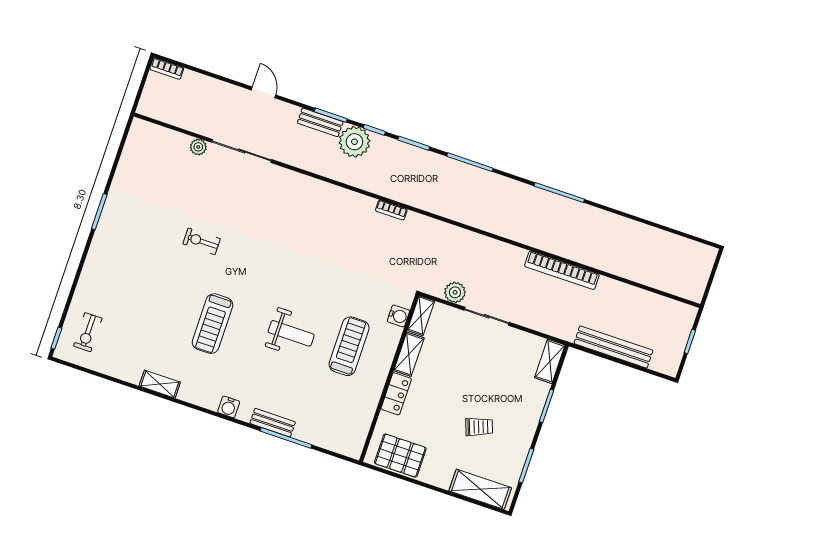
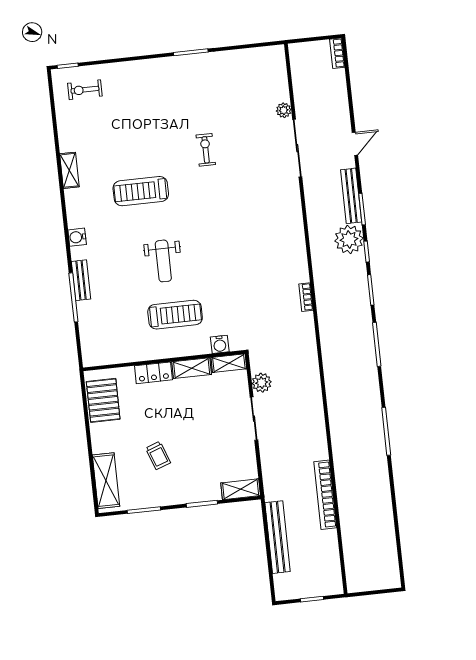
bench: (320, 122) -> (351, 196), width x1.36
bookcase: (562, 270) -> (325, 495), moved

